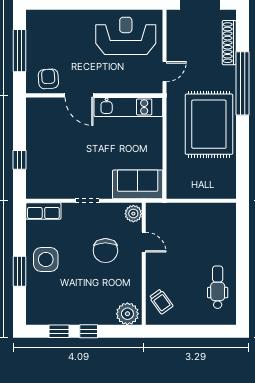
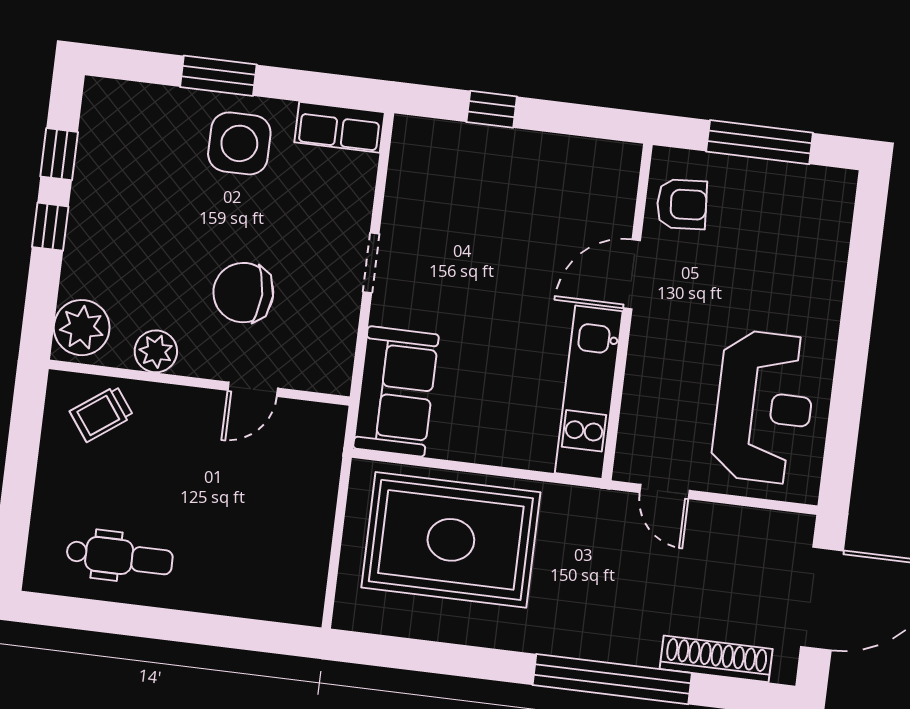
rug: (209, 124) -> (451, 540), moved
row of seats: (43, 211) -> (340, 127), moved, turned -90
plant: (133, 214) -> (156, 351), moved

